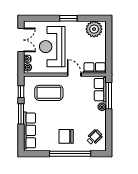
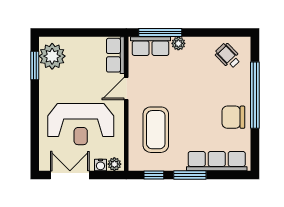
window: (68, 18) -> (35, 65), moved
chair: (66, 136) -> (233, 117), moved, turned 90

